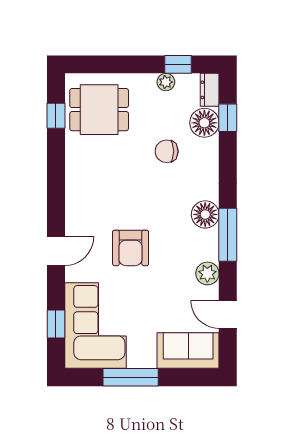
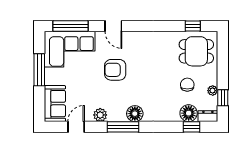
dining table: (99, 110) -> (196, 51), turned 90
chair: (167, 151) -> (187, 85), moved
window: (56, 324) -> (71, 26), width x2.17

